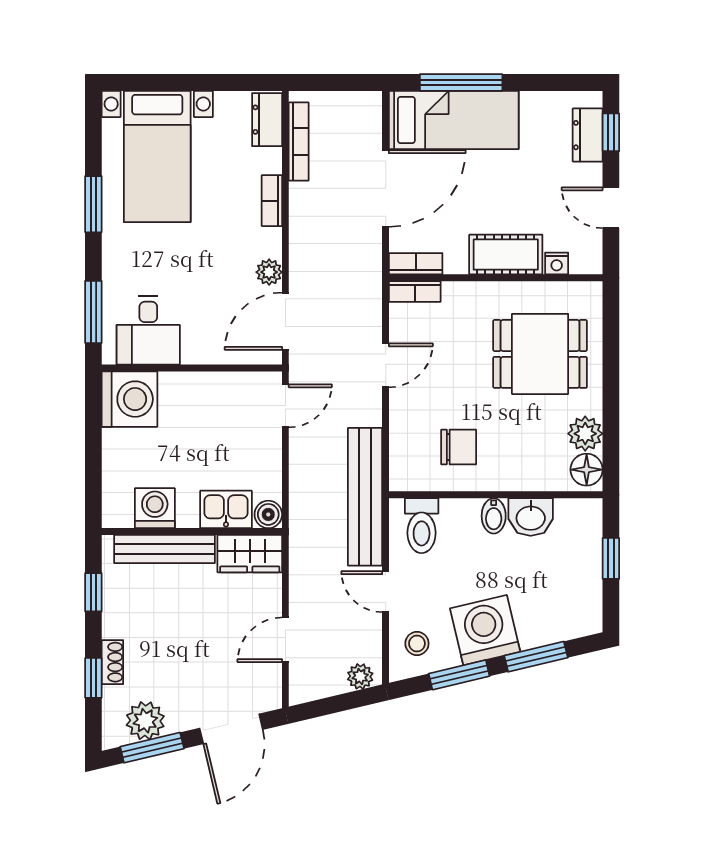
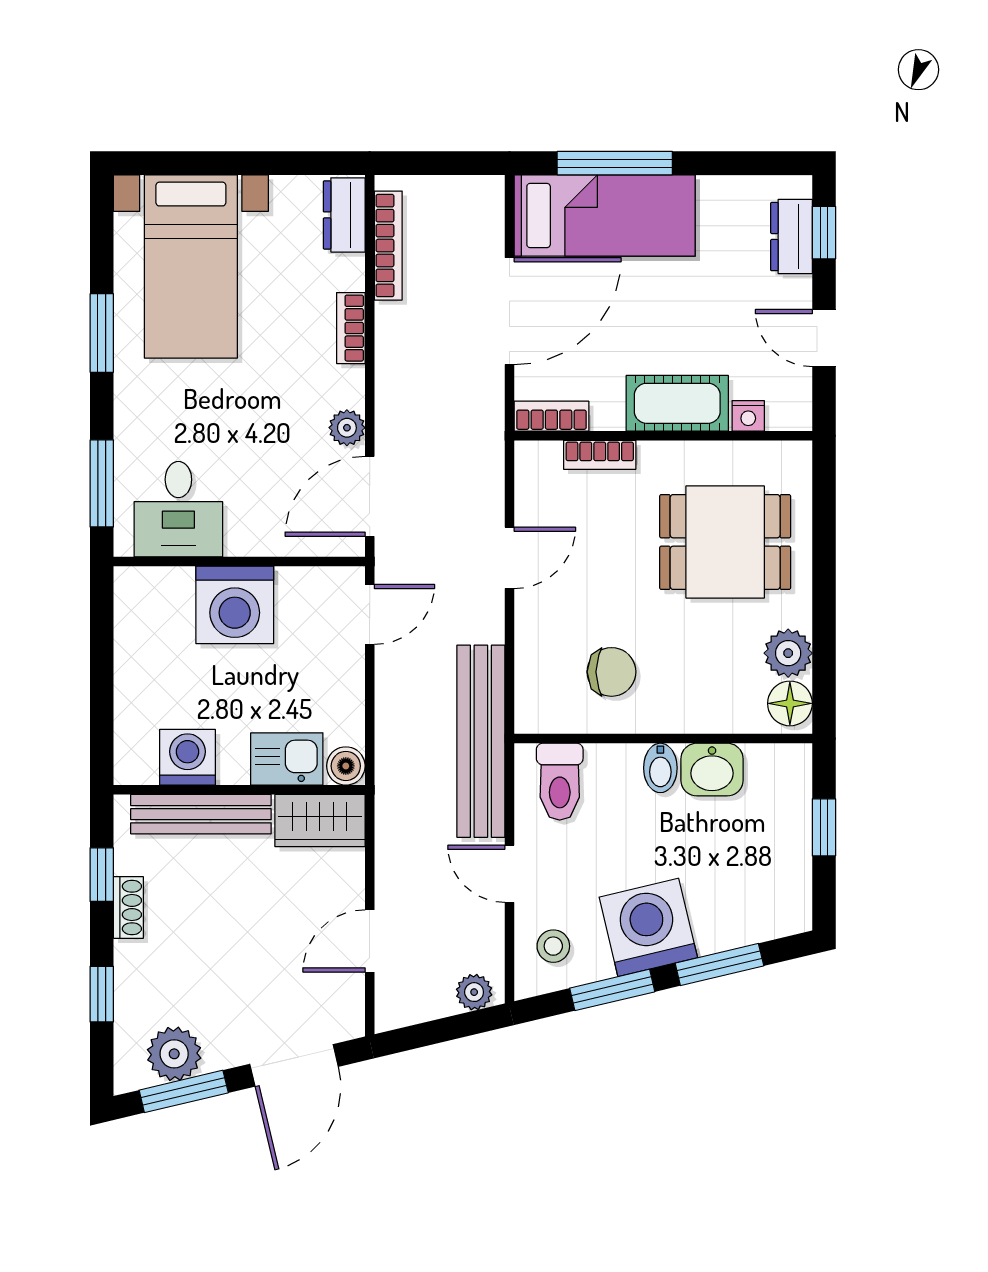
bookcase: (415, 291) -> (600, 455), moved
washing machine: (129, 399) -> (235, 605), moved, turned 90
shoe rack: (112, 662) -> (128, 907), moved

